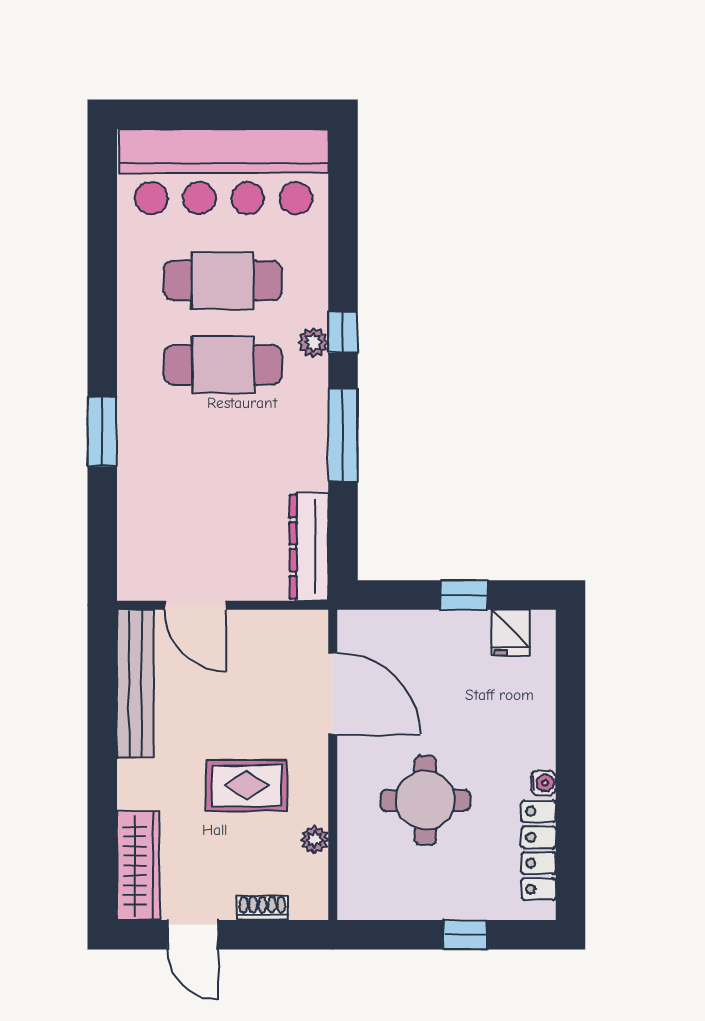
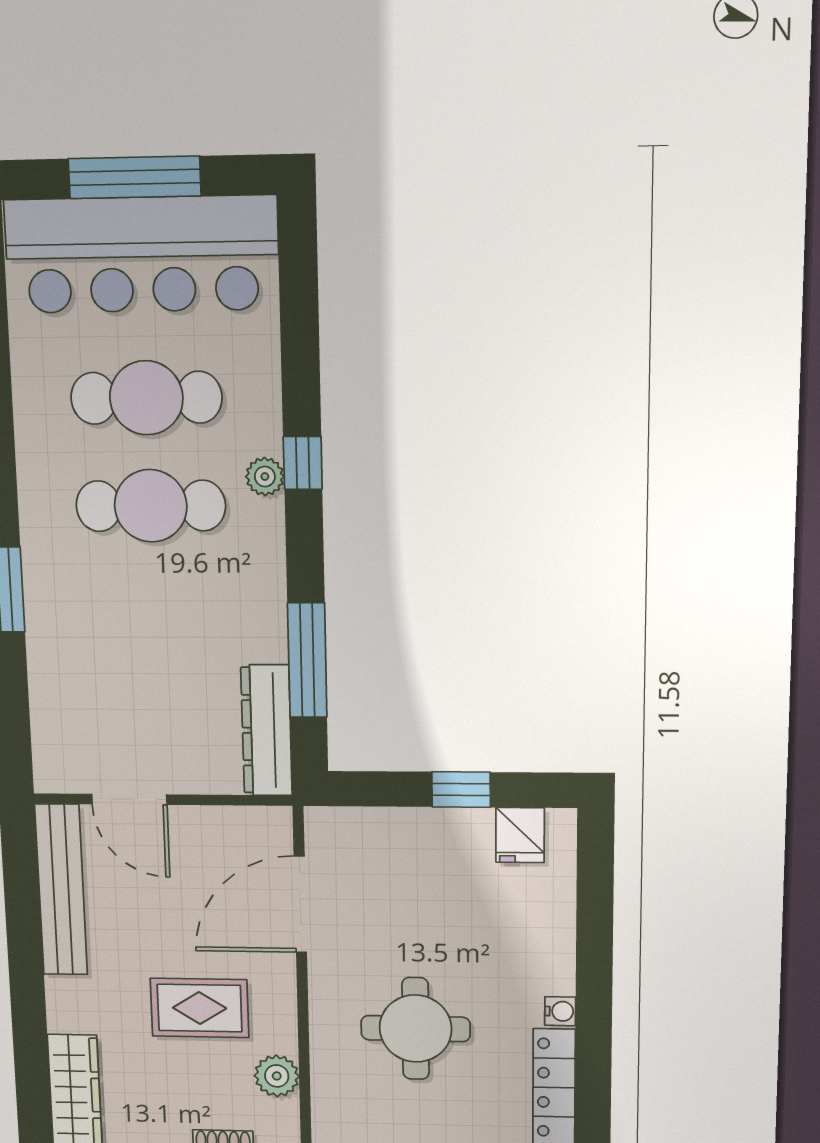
window: (220, 114) -> (135, 177), added
window: (343, 435) -> (307, 660), moved
door: (333, 694) -> (300, 904), swing flipped
plant: (315, 840) -> (277, 1076), width x1.38, depth x1.38

